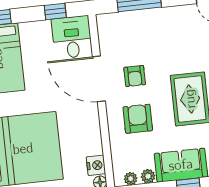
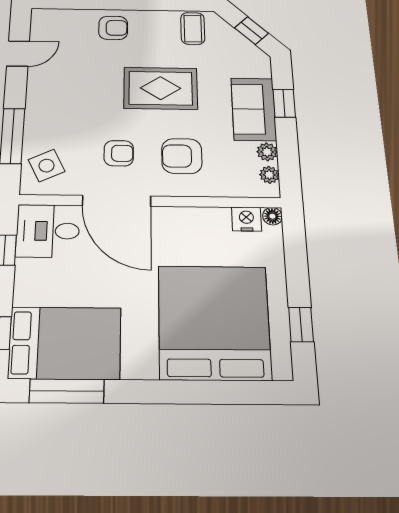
side table: (119, 29) -> (47, 166), added
door: (99, 79) -> (117, 201), hinge flipped

